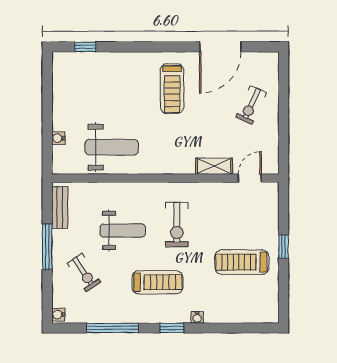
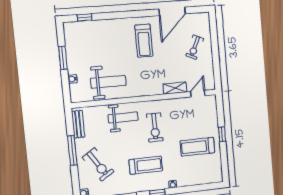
window: (47, 105) -> (63, 58), added
weight bench: (123, 230) -> (123, 118), moved
exercise bike: (84, 273) -> (98, 164), width x1.38, depth x1.39

